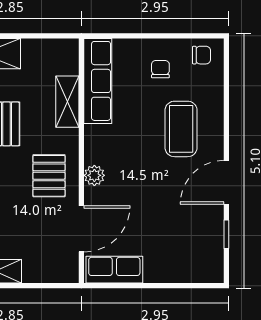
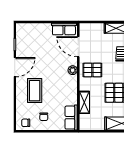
row of seats: (98, 81) -> (71, 118), width x0.68
pallet: (49, 176) -> (92, 70), turned 90
door: (81, 229) -> (78, 47), hinge flipped

